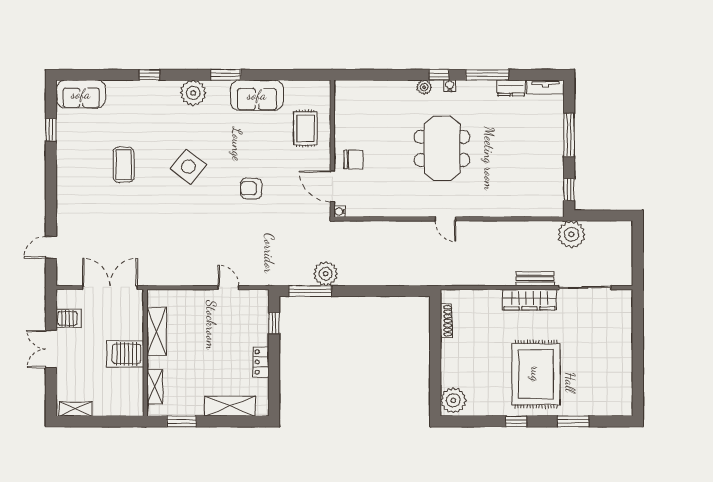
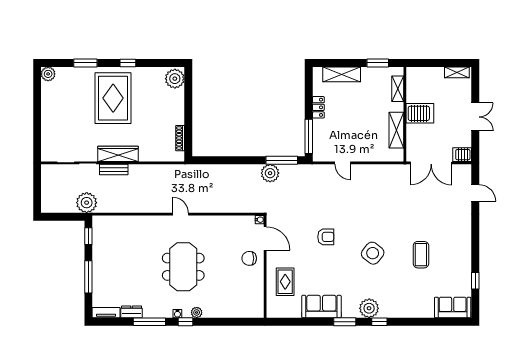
window: (149, 75) -> (379, 322), moved
door: (51, 247) -> (475, 193), hinge flipped
server rack: (68, 318) -> (462, 155), moved
window: (274, 323) -> (309, 136), width x2.17
plant: (623, 407) -> (48, 74), added

